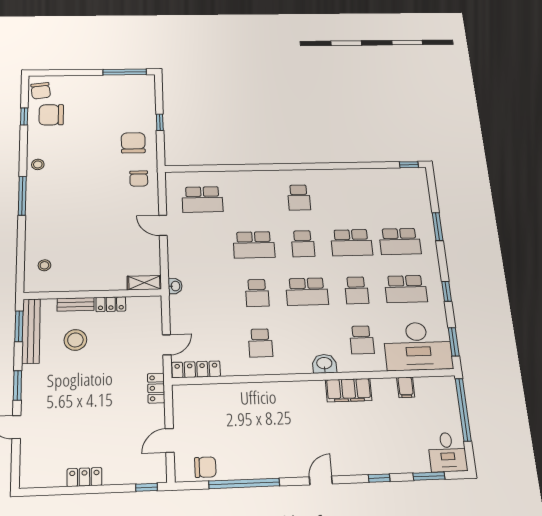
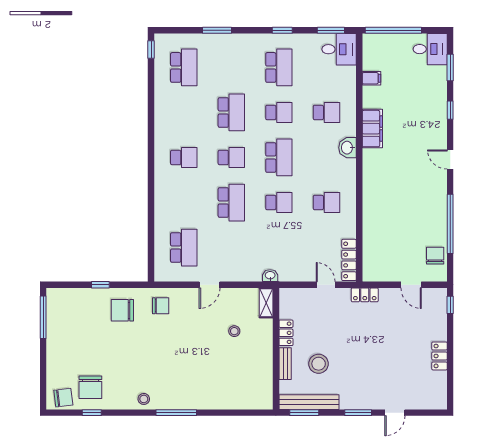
school desk: (400, 241) -> (184, 67), moved
stool: (44, 265) -> (234, 331), moved
desk: (418, 346) -> (339, 49), width x0.53, depth x0.77

